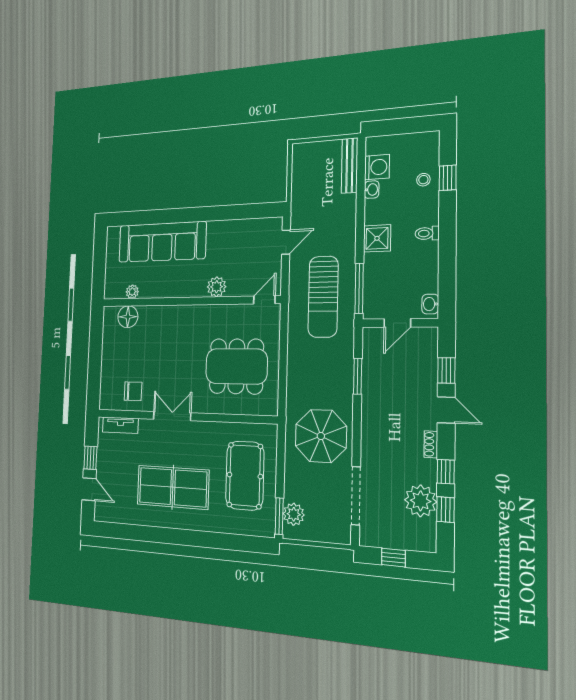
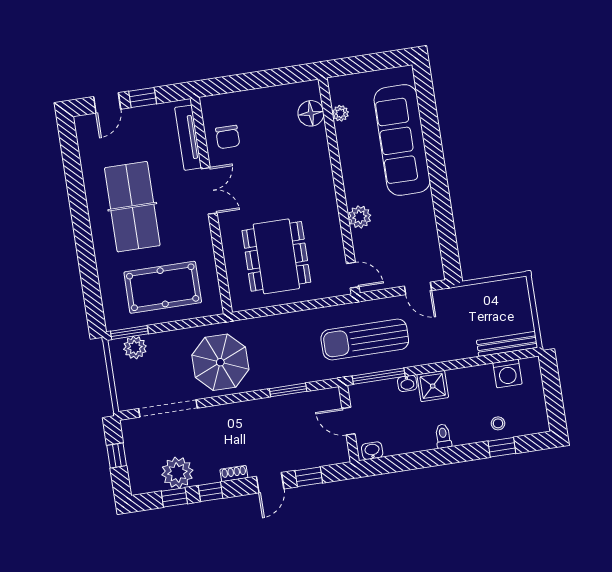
washbasin: (372, 190) -> (407, 383), moved
tv unit: (120, 425) -> (188, 138), width x1.41

